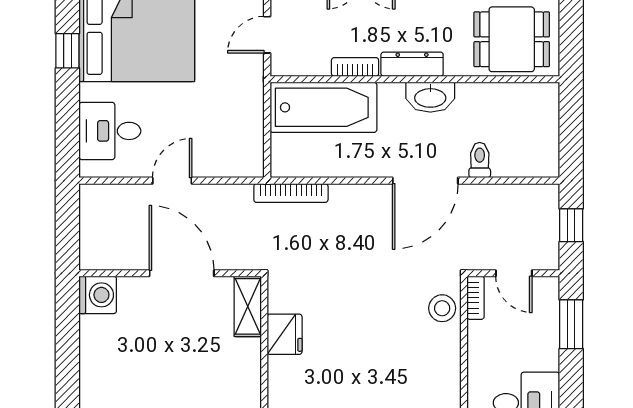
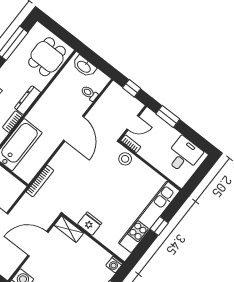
washbasin: (430, 97) -> (84, 66), moved, turned 90
toilet: (480, 160) -> (89, 93), moved

